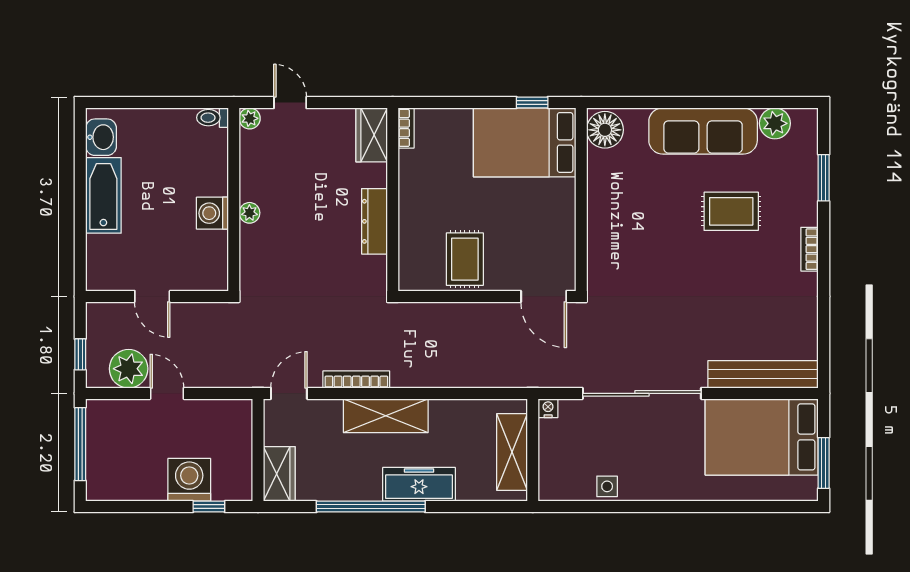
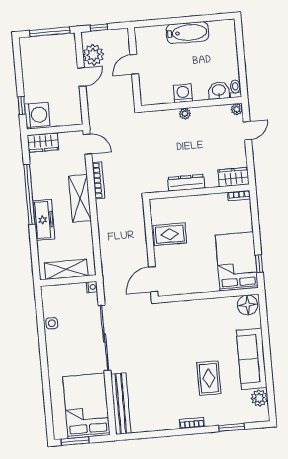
washbasin: (101, 137) -> (219, 90), moved, turned 180
washing machine: (189, 480) -> (37, 115), moved

